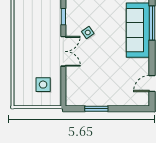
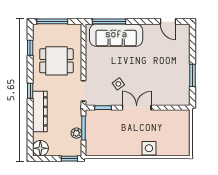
side table: (43, 85) -> (149, 148), moved

